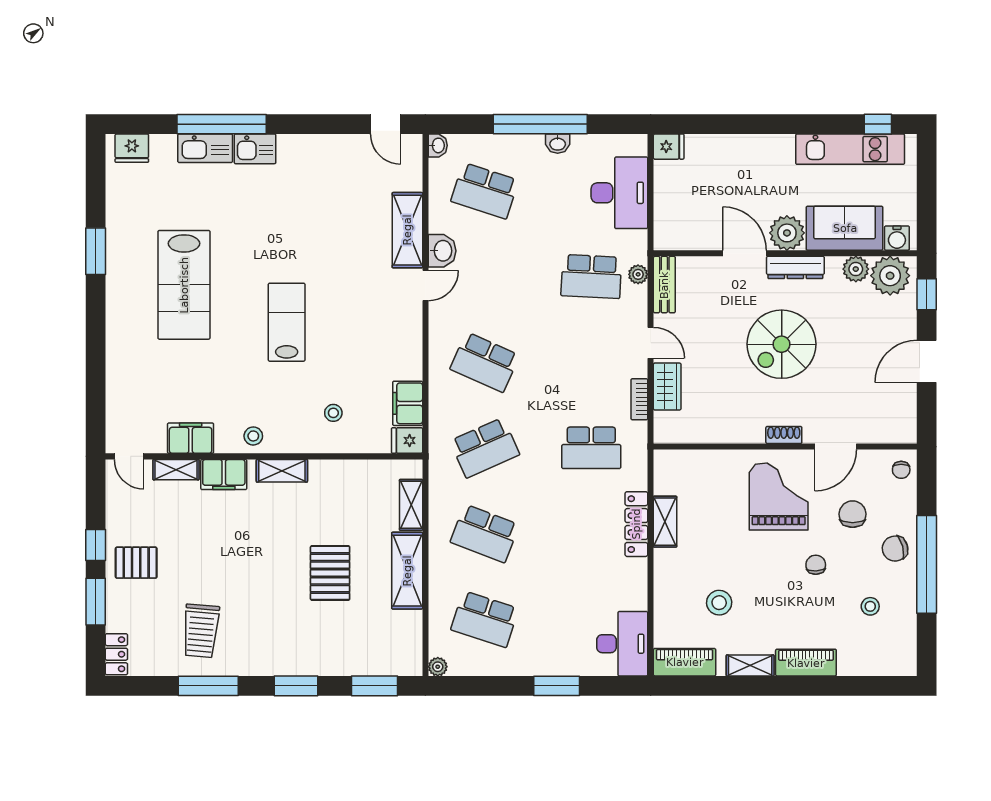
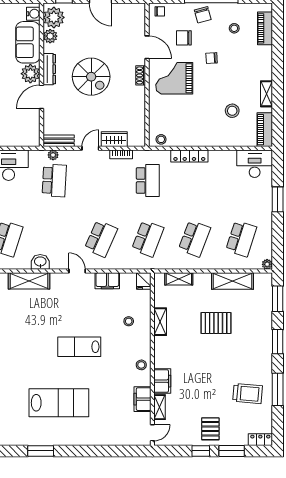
door: (425, 286) -> (77, 271), moved
filing cabinet: (408, 403) -> (107, 281), moved
school desk: (485, 448) -> (148, 239), turned 45
shelving: (282, 471) -> (160, 322), moved
stool: (667, 472) -> (161, 139), added
shelving: (665, 522) -> (188, 140), removed
shelving: (407, 571) -> (233, 281), moved
piano: (806, 663) -> (265, 28), moved

